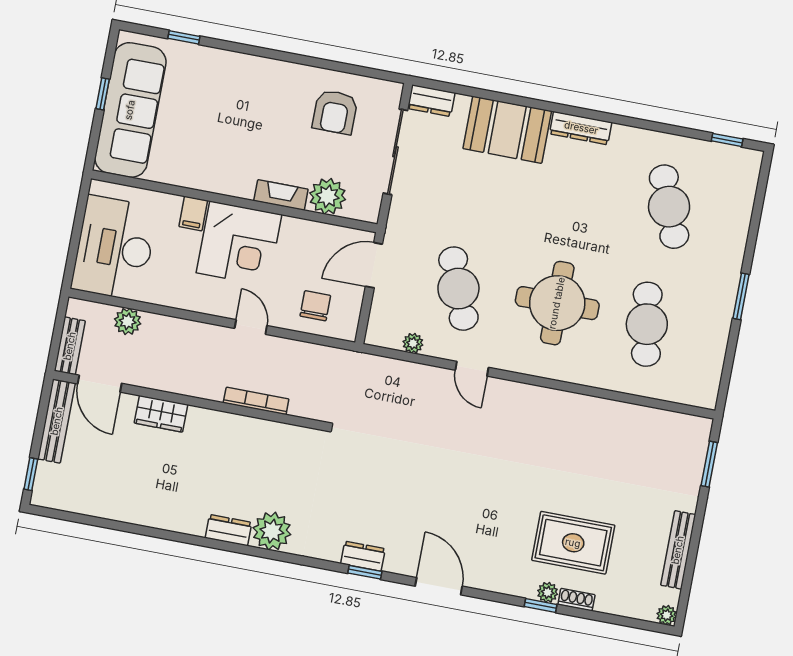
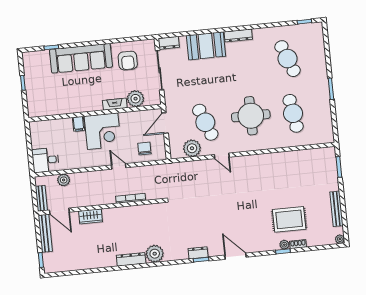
sofa: (130, 110) -> (81, 58), moved, turned 90
desk: (114, 248) -> (45, 160), width x0.53, depth x0.77
plant: (413, 343) -> (192, 148), width x1.87, depth x1.87
dresser: (228, 530) -> (131, 259), width x1.44

